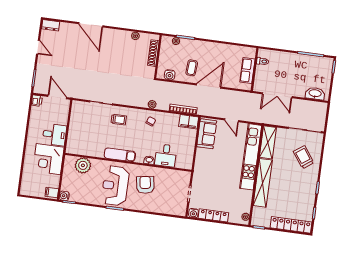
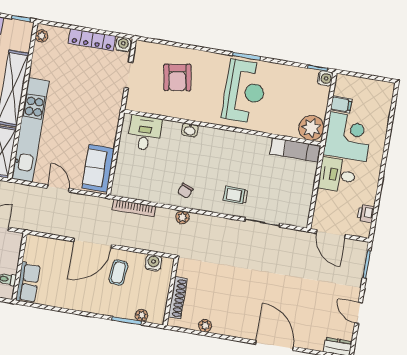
row of seats: (247, 71) -> (28, 283), moved
printer: (37, 101) -> (366, 214), moved
filing cabinet: (189, 122) -> (126, 188), removed
exam couch: (120, 155) -> (295, 150), moved
desk: (166, 155) -> (145, 133), moved
plant: (83, 165) -> (311, 128), moved
armchair: (145, 185) -> (177, 77), moved
filing cabinet: (52, 192) -> (341, 105), moved

